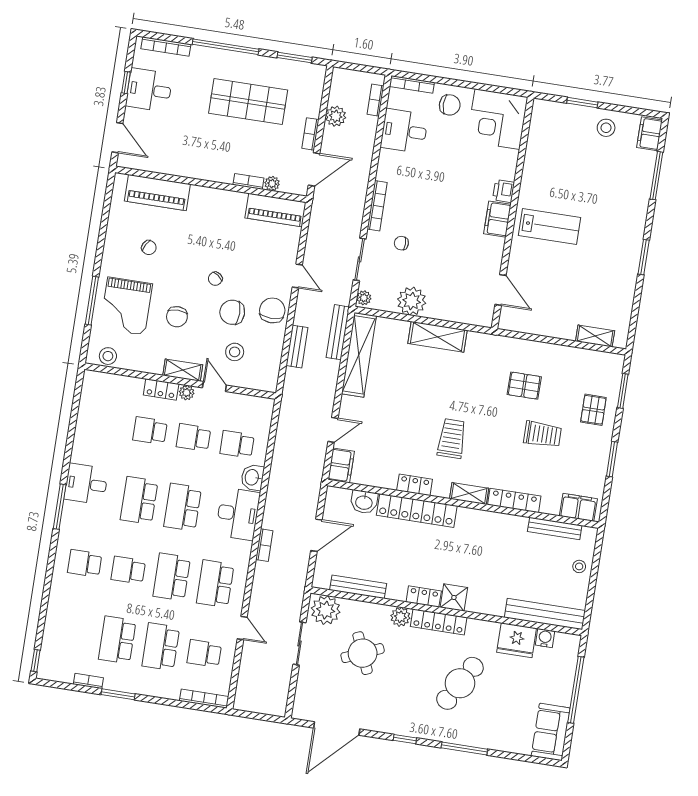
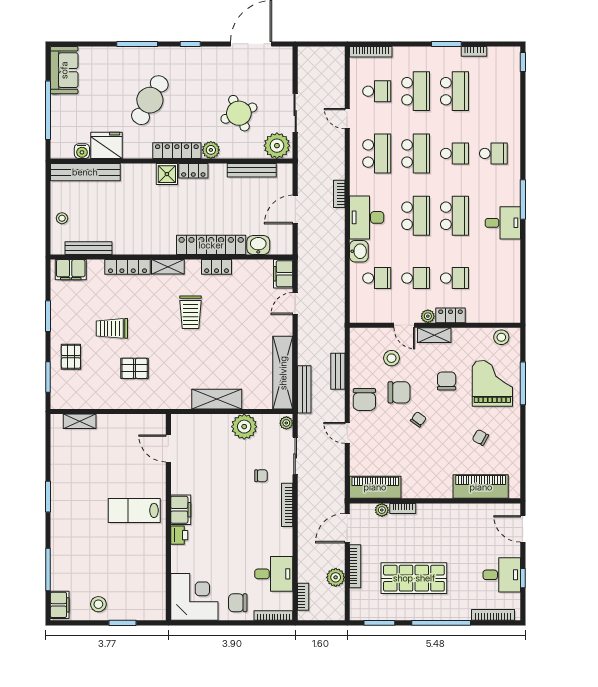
bookcase: (310, 134) -> (355, 566), width x1.56

